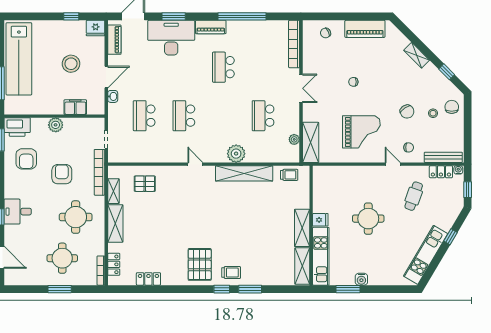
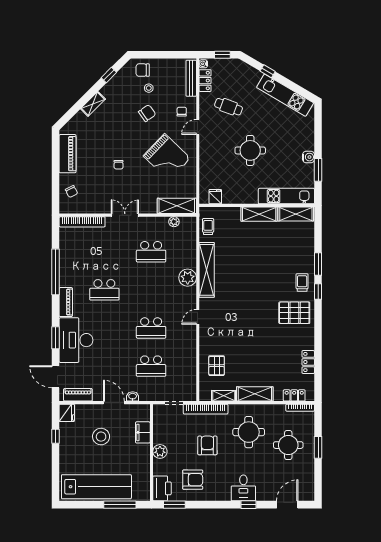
grand piano: (361, 132) -> (167, 157), turned 134
armchair: (62, 174) -> (207, 445), turned 90
fridge: (320, 220) -> (215, 197), moved

